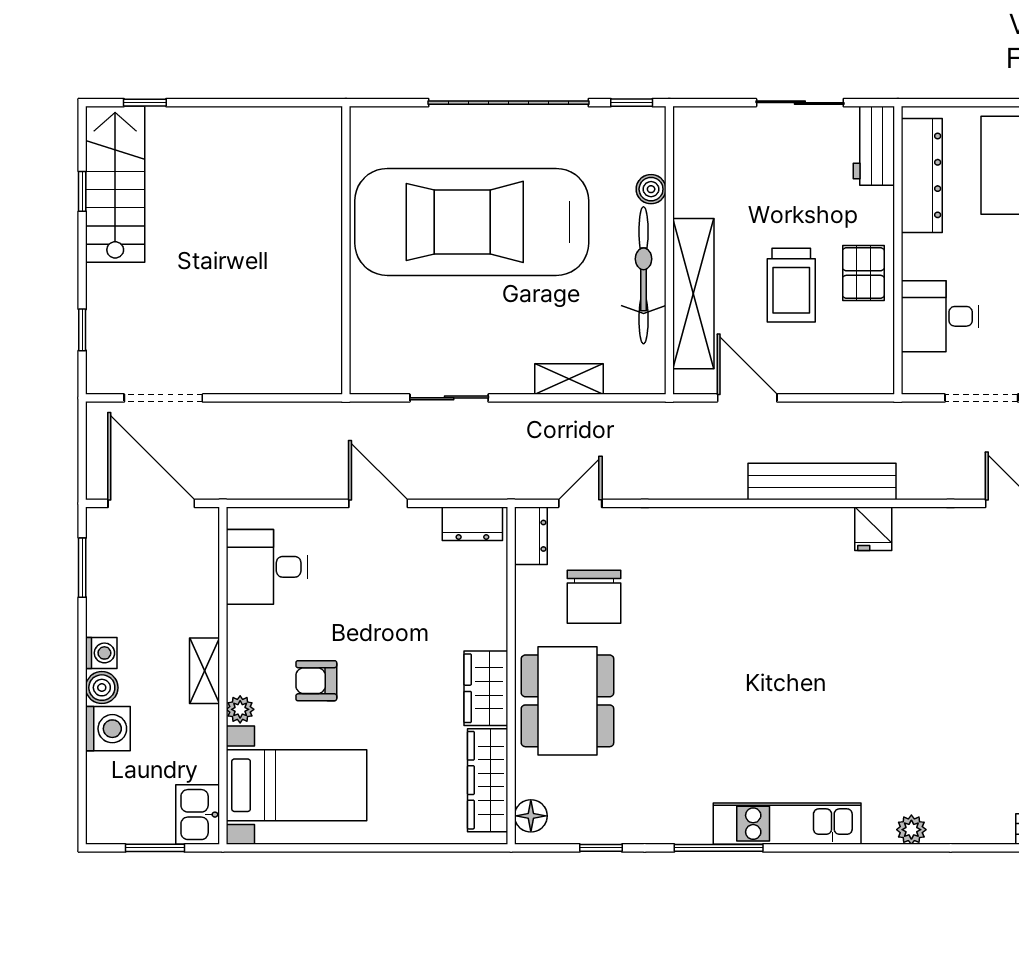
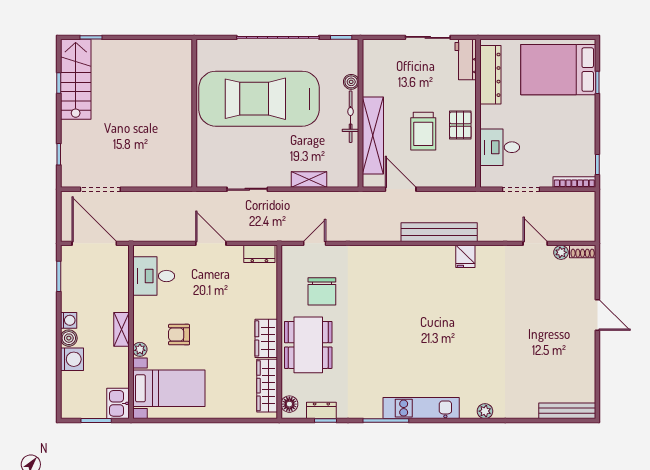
bicycle: (644, 275) -> (351, 117), width x0.73, depth x0.71
dresser: (531, 536) -> (321, 410), moved, turned -90

